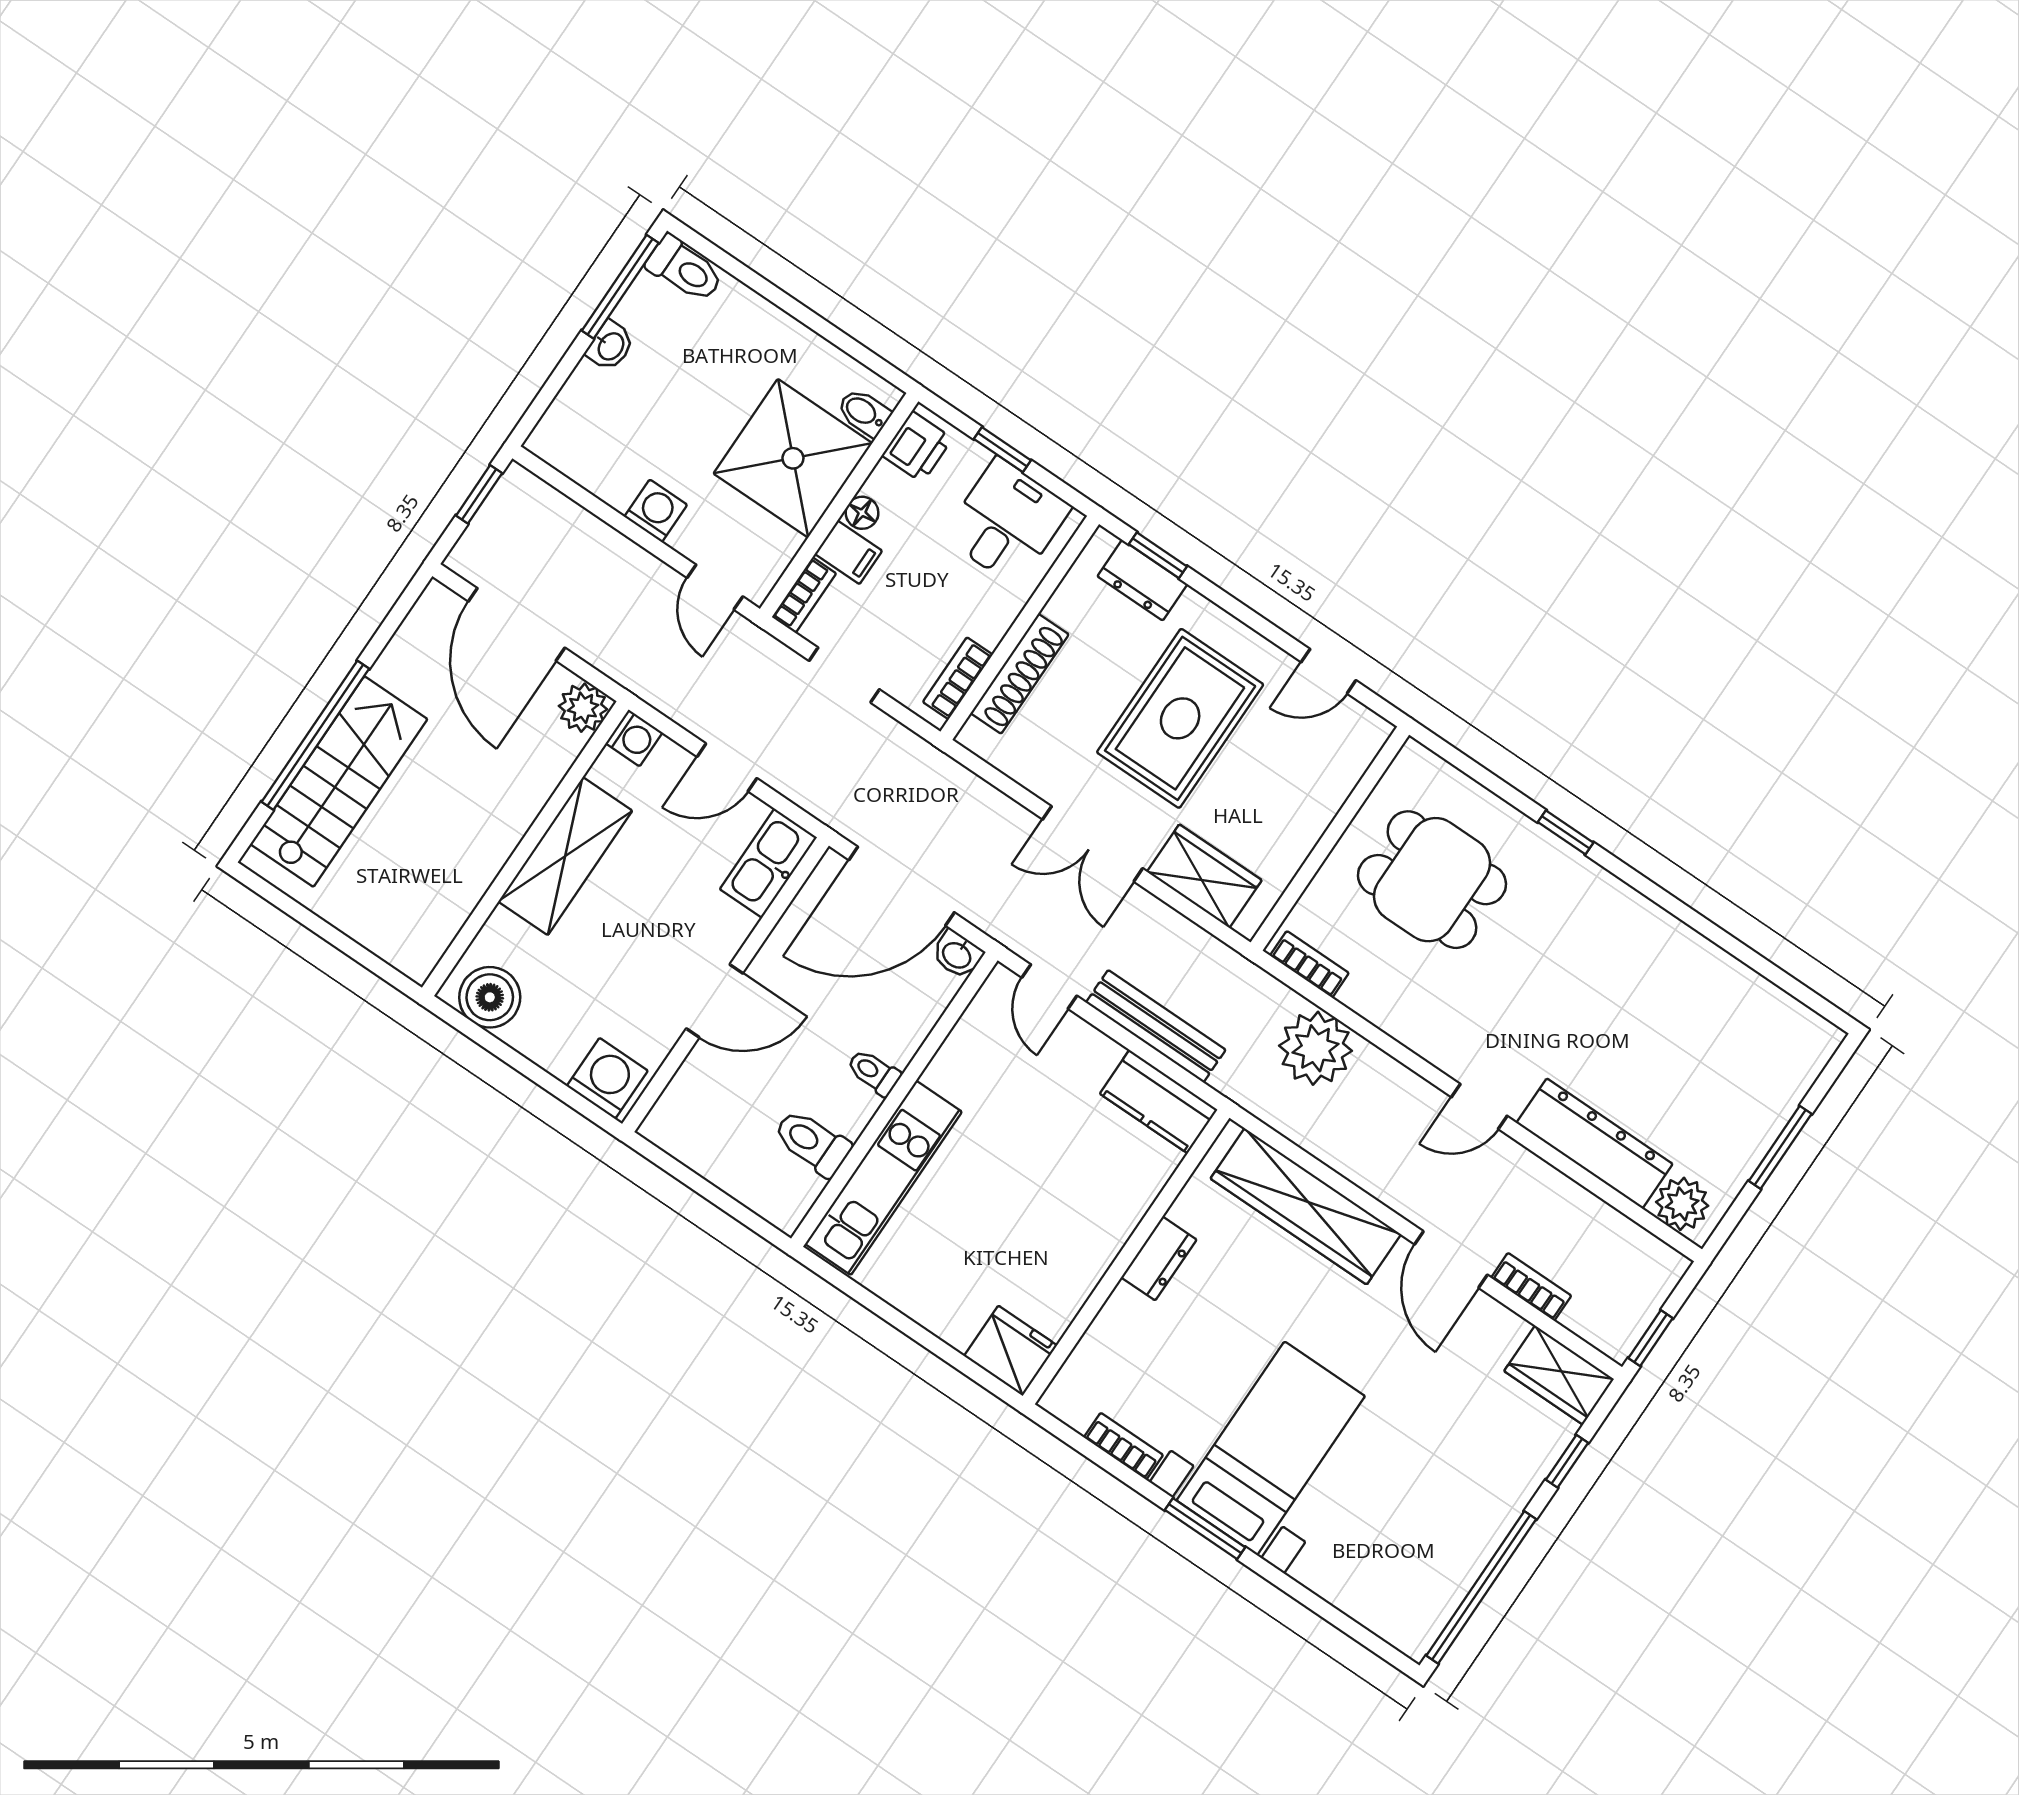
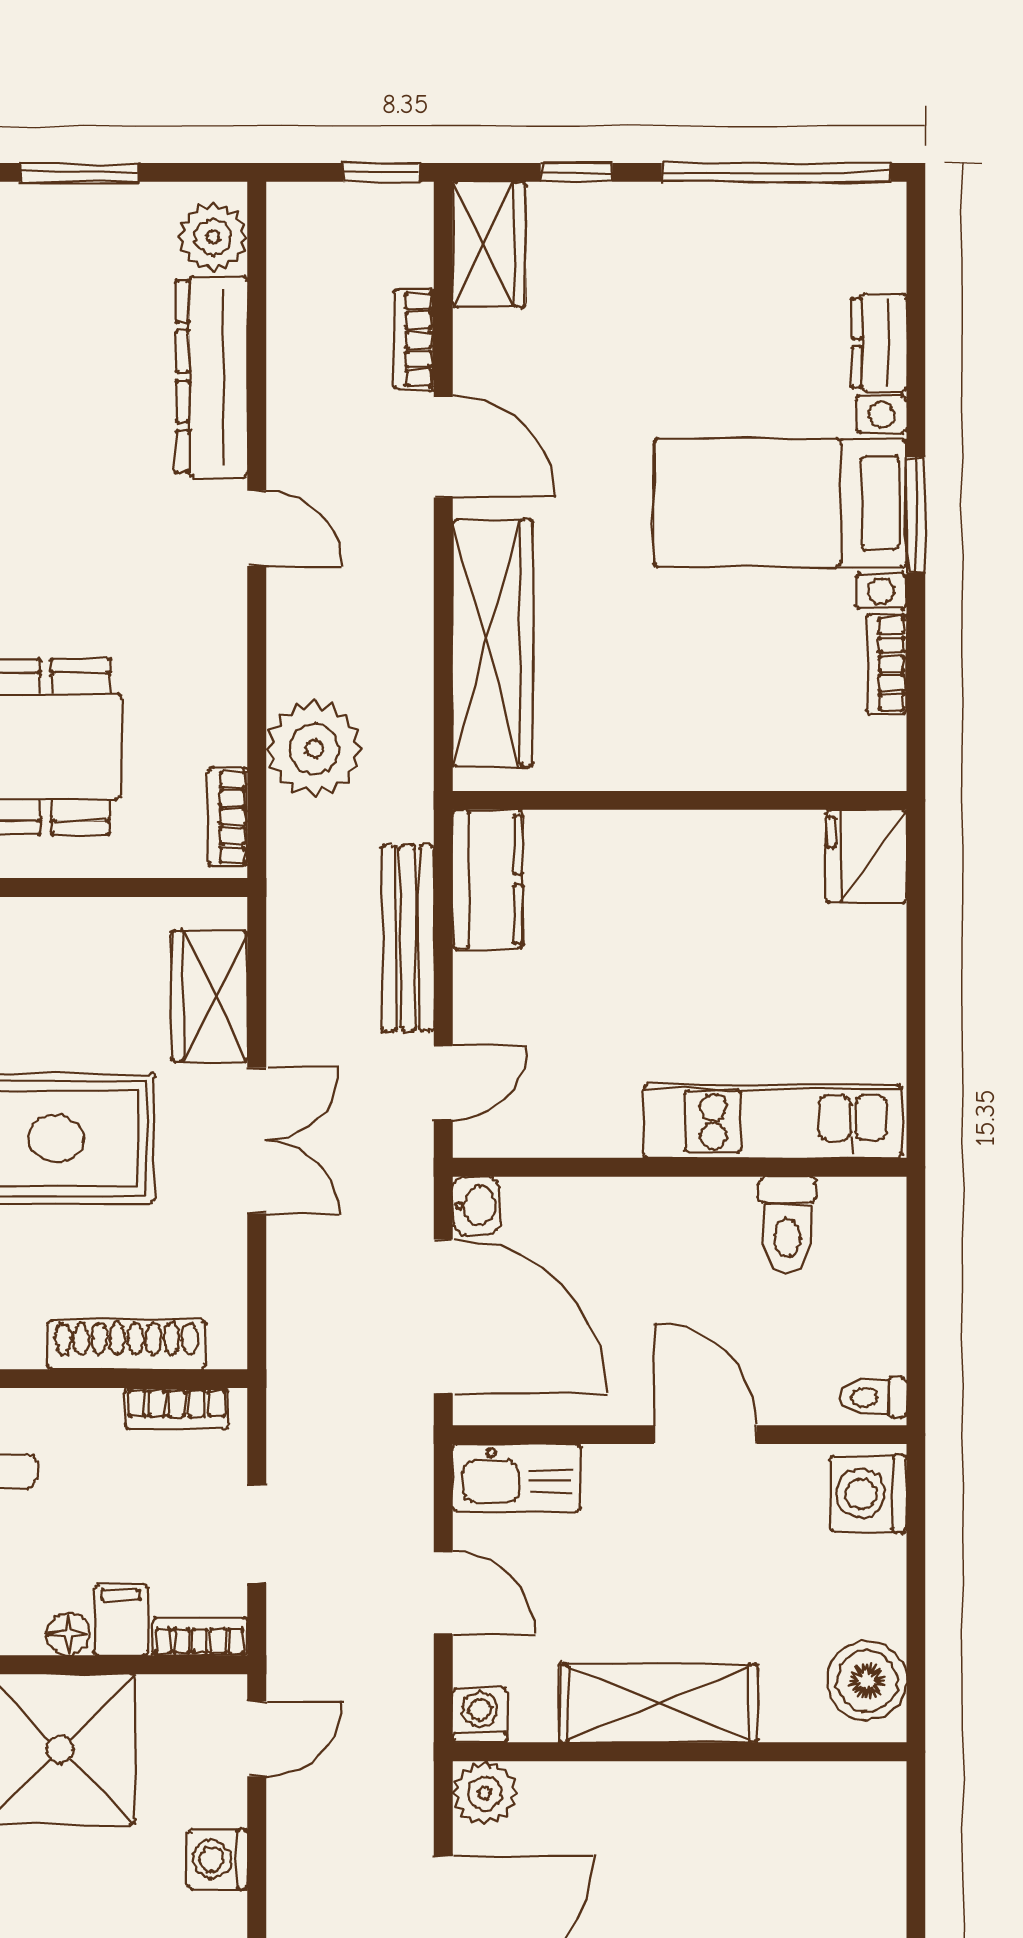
toilet: (874, 1072) -> (873, 1397), moved, turned 90
dresser: (1159, 1258) -> (879, 343), moved, turned -90
door: (1451, 1260) -> (443, 446), hinge flipped

